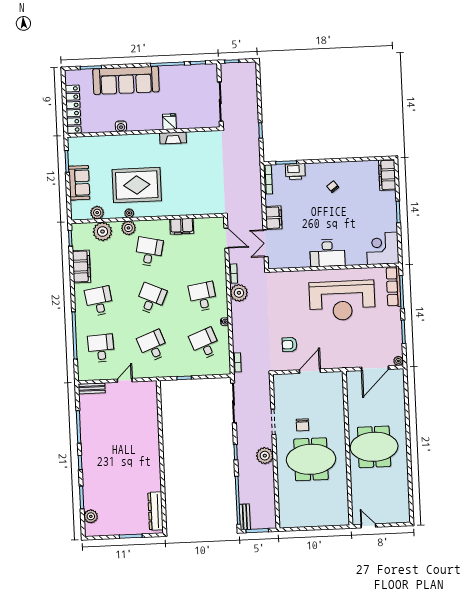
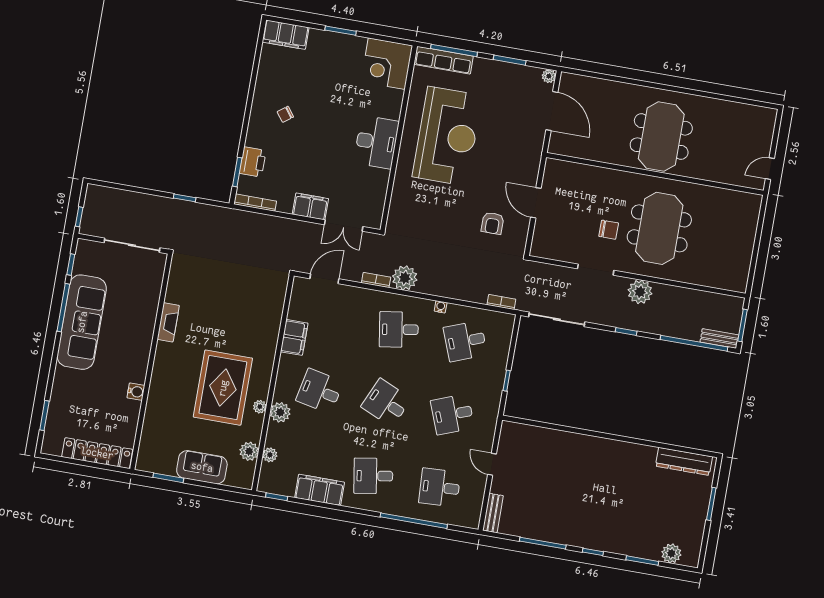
sofa: (126, 80) -> (82, 322), moved
fridge: (169, 122) -> (144, 322), removed
plant: (103, 232) -> (270, 455), width x0.53, depth x0.53

